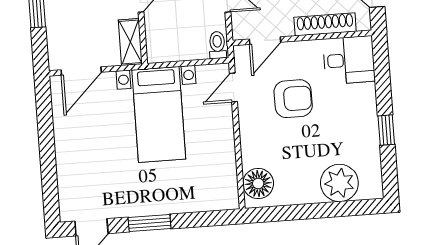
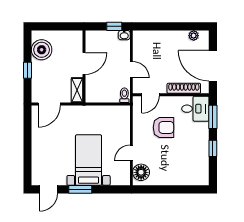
window: (382, 73) -> (213, 117), added
door: (233, 88) -> (131, 153), moved
bed with nightstands: (159, 114) -> (89, 160), moved, turned 180
plant: (339, 183) -> (185, 175), removed

